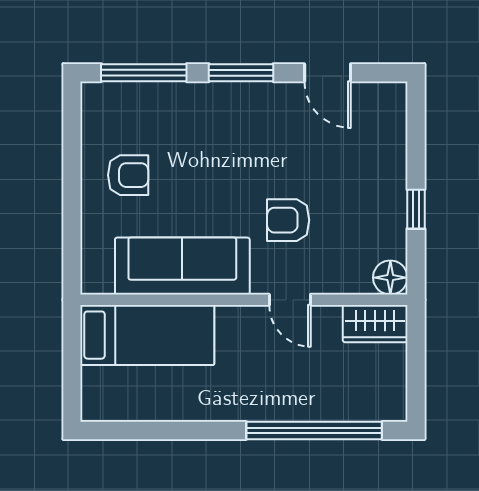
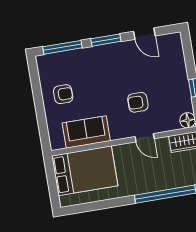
sofa: (182, 266) -> (86, 132), width x0.73
bed: (147, 335) -> (85, 171), width x1.50

